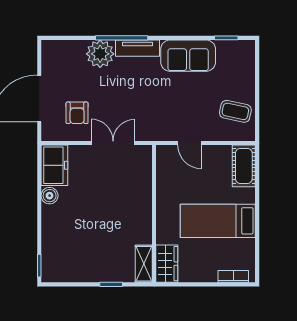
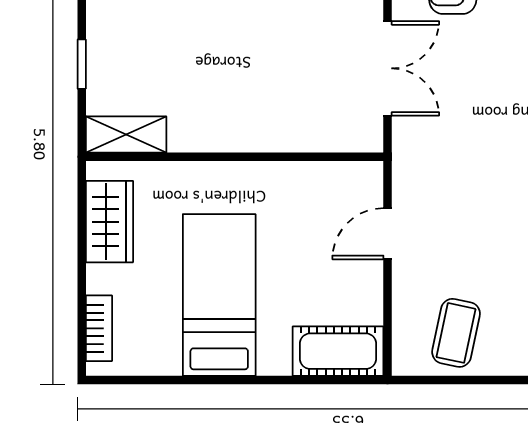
wardrobe: (167, 264) -> (109, 222), moved, turned -90

